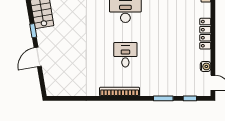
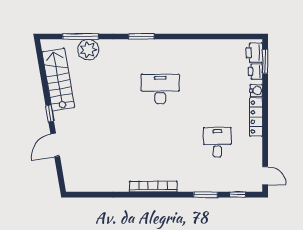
desk: (125, 55) -> (217, 142), moved
water cooler: (205, 66) -> (256, 91), moved

